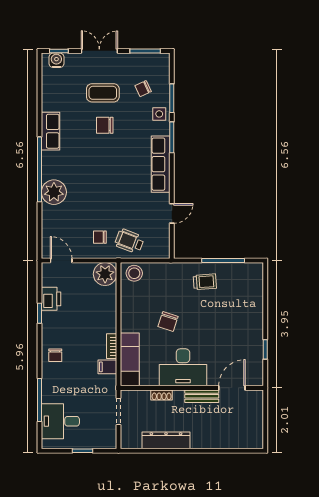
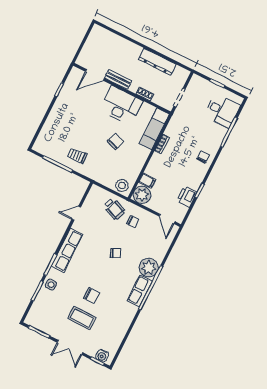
chair: (143, 89) -> (116, 253), moved
row of seats: (51, 131) -> (140, 291), moved
filing cabinet: (107, 367) -> (147, 181), moved

